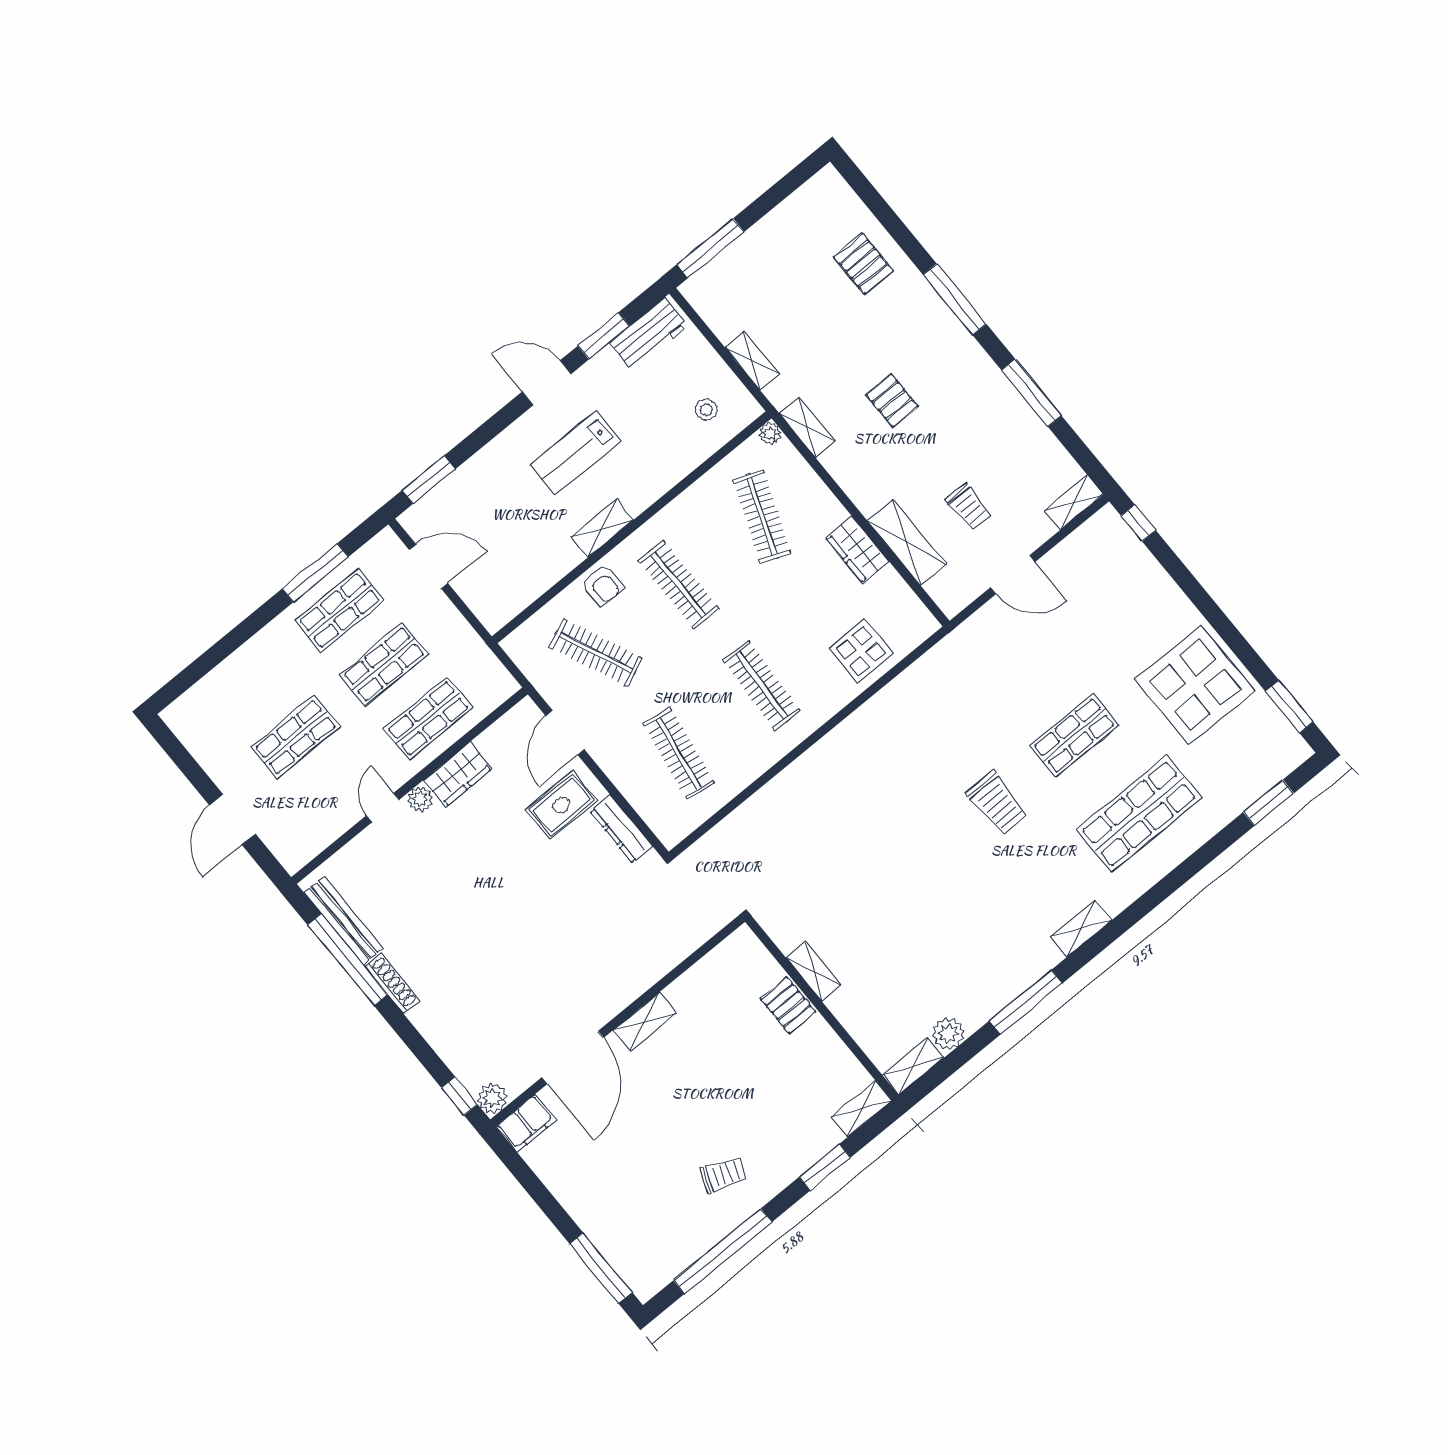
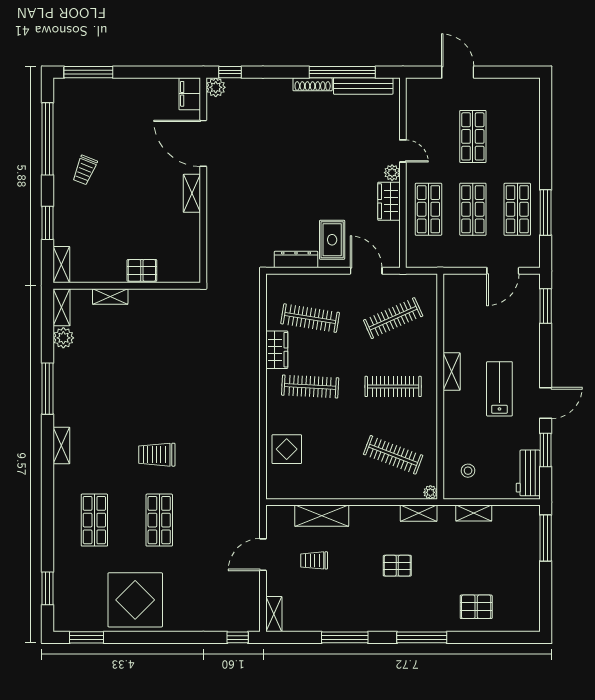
wardrobe: (857, 550) -> (277, 350), moved, turned 90
armchair: (603, 585) -> (423, 349), removed
shop shelf: (1139, 814) -> (94, 520), width x0.70, depth x0.74
shelving: (814, 972) -> (110, 296), moved

